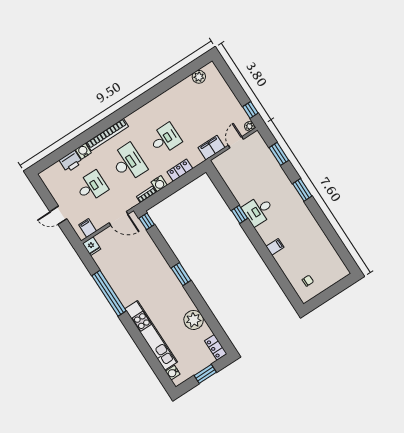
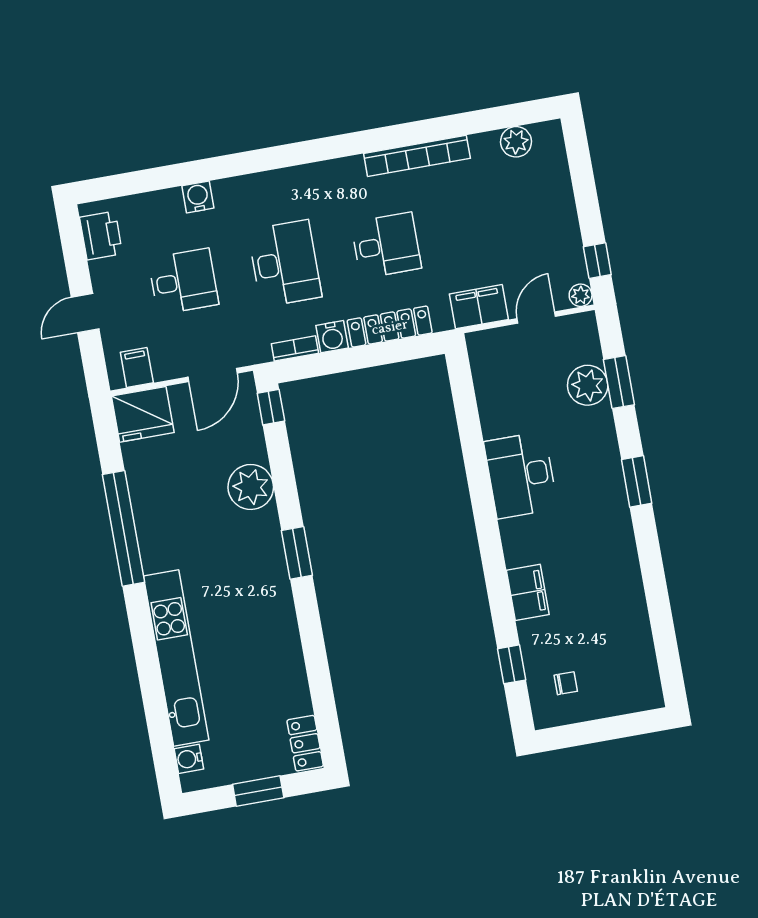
bookcase: (107, 135) -> (417, 156), moved
plant: (267, 160) -> (588, 385), added
printer: (71, 161) -> (101, 236), moved, turned -90
locker: (180, 170) -> (390, 327), width x1.53
desk: (258, 210) -> (521, 475), width x1.37
window: (239, 214) -> (512, 664), moved
door: (58, 215) -> (85, 313), hinge flipped
door: (119, 218) -> (213, 375), hinge flipped
fridge: (92, 246) -> (143, 414), width x1.88, depth x1.34
filing cabinet: (275, 247) -> (528, 592), width x2.00
plant: (194, 320) -> (251, 487), moved

